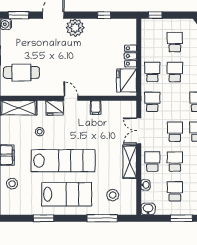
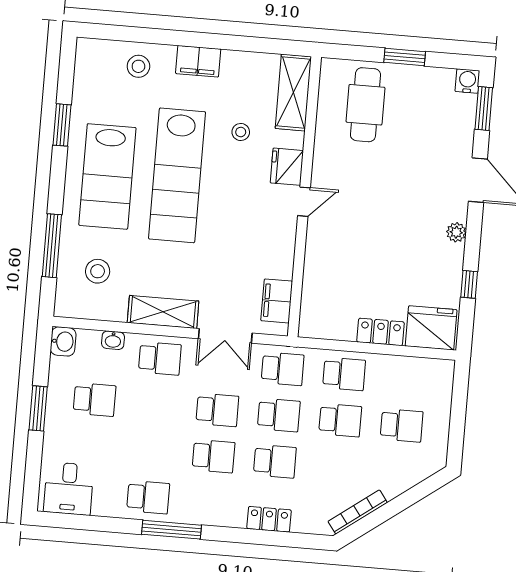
window: (155, 15) -> (460, 390), removed
plant: (75, 28) -> (456, 232), width x0.53, depth x0.53
fridge: (127, 80) -> (431, 328), moved
filing cabinet: (96, 107) -> (277, 301), moved, width x2.00
double door: (139, 131) -> (225, 336), swing flipped
school desk: (175, 162) -> (279, 415), moved

